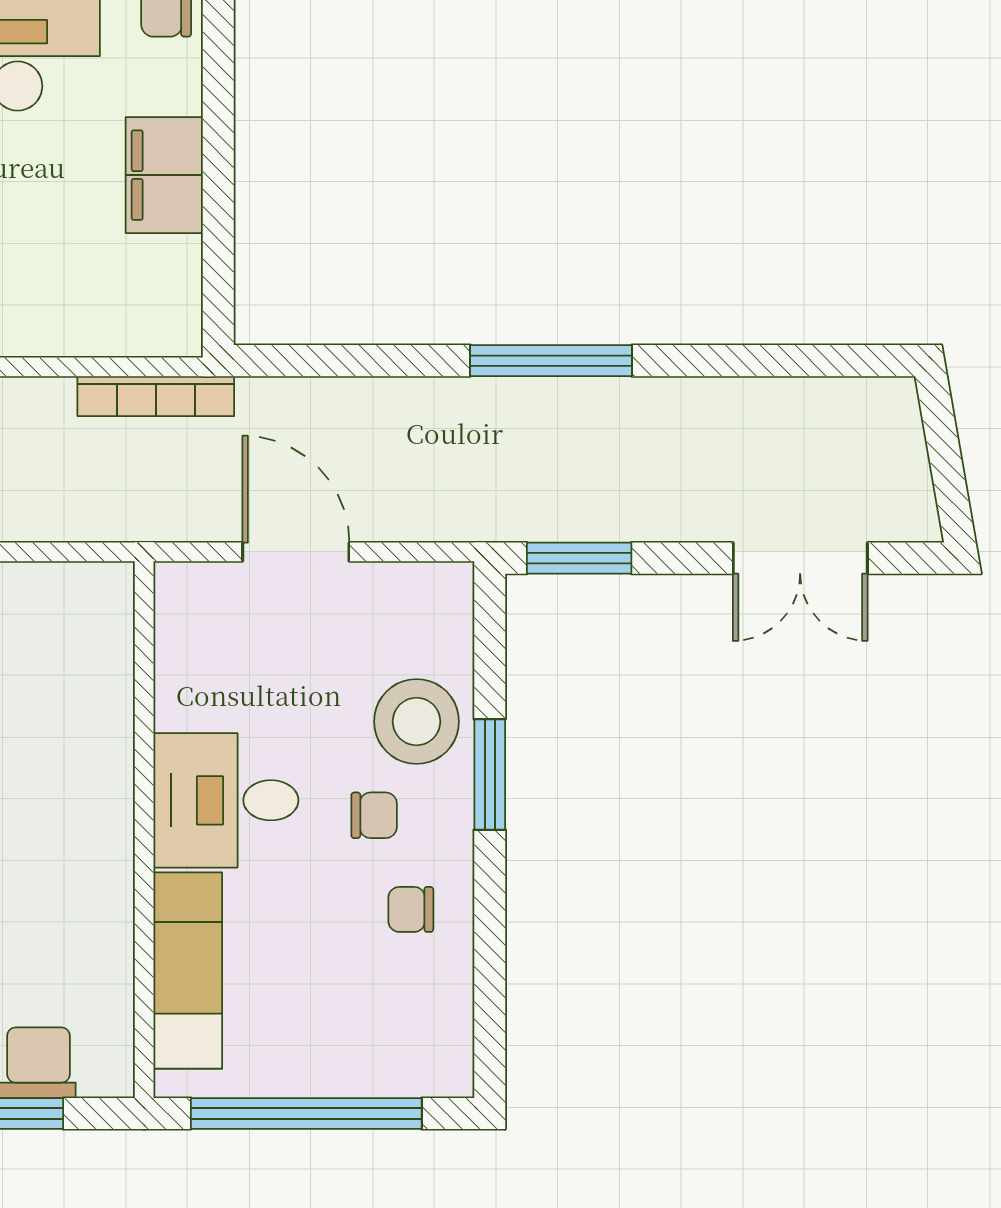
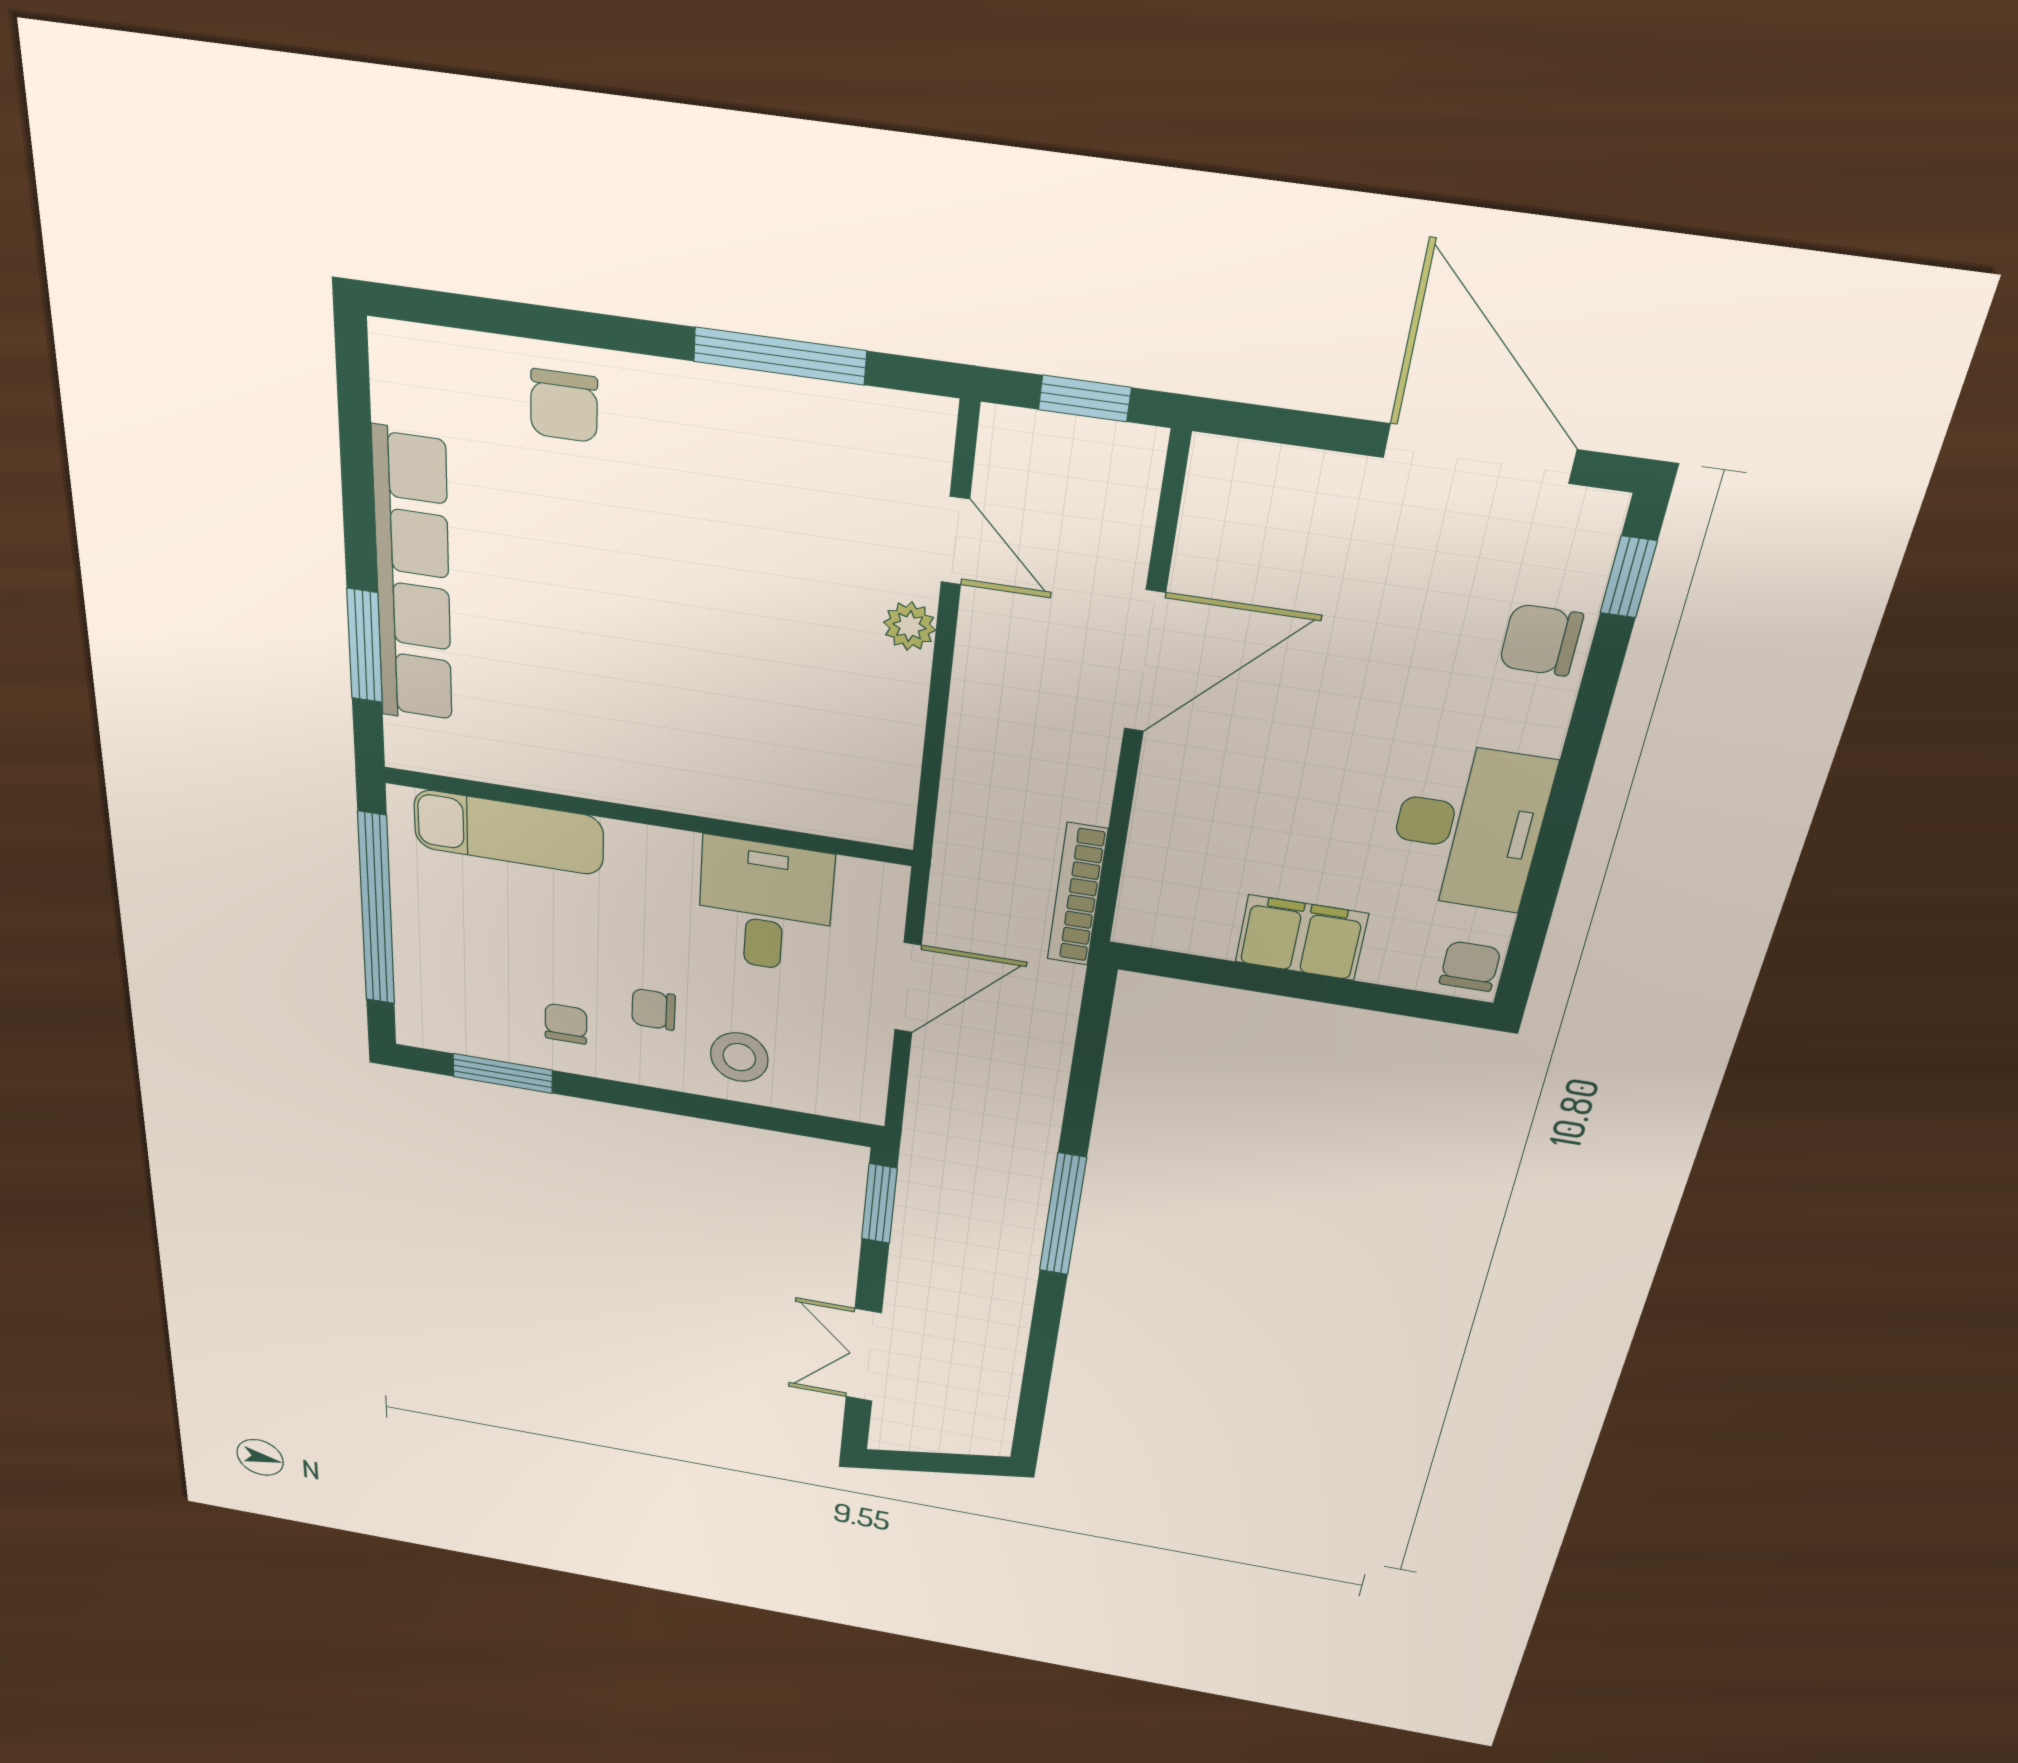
stool: (417, 721) -> (739, 1057), width x0.73, depth x0.73
window: (490, 774) -> (503, 1073), moved
desk: (226, 800) -> (765, 906), moved
chair: (374, 815) -> (654, 1009), turned 90

